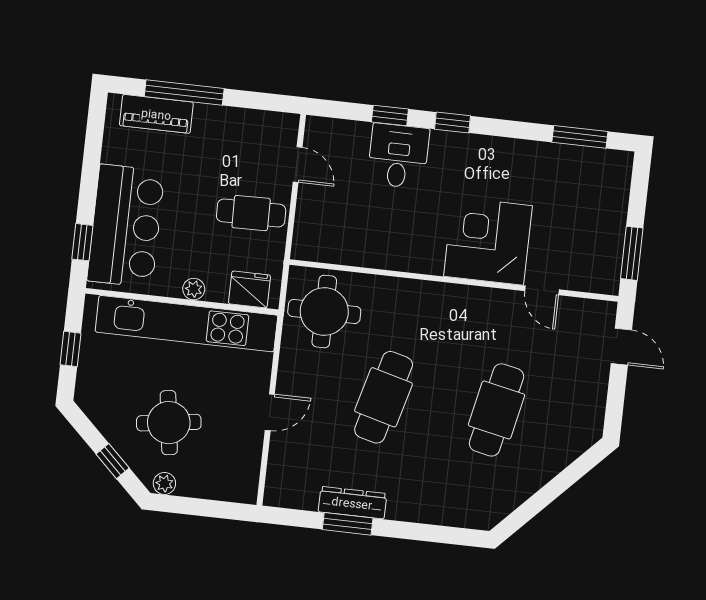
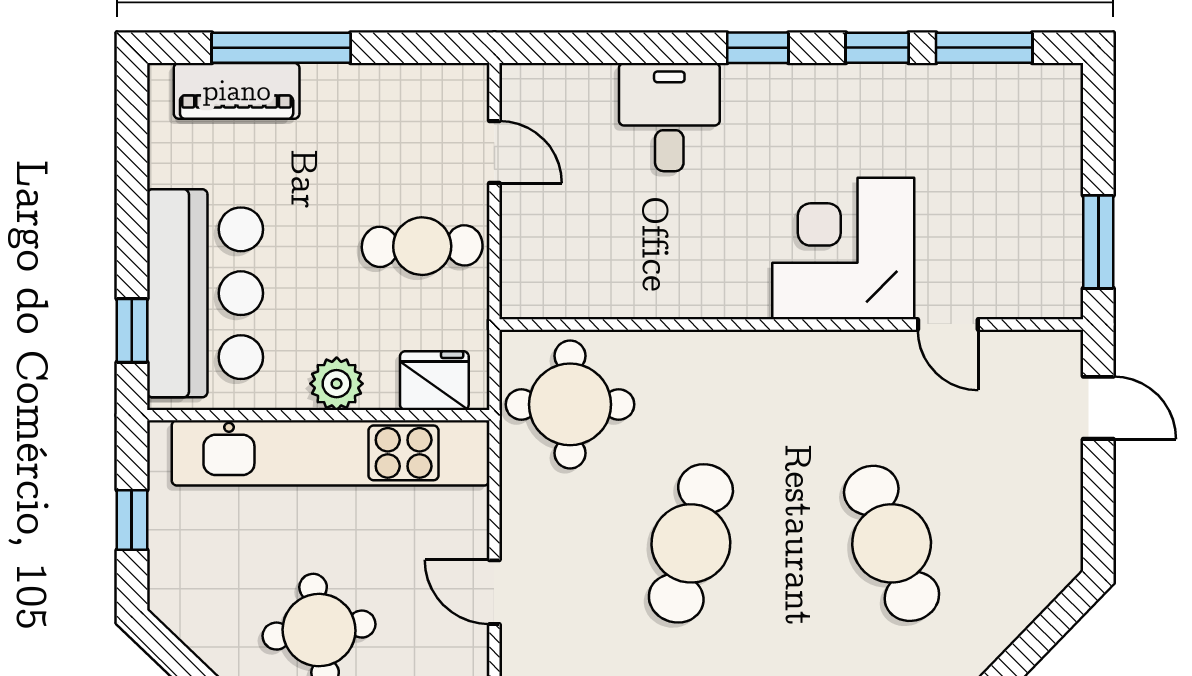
window: (390, 115) -> (877, 48), moved
plant: (194, 289) -> (337, 384), width x1.38, depth x1.38
cafe table: (496, 410) -> (892, 543), turned -33
door: (270, 412) -> (494, 592), swing flipped

